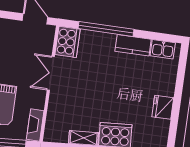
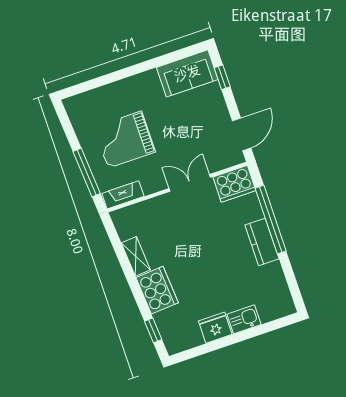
kitchen counter: (133, 45) -> (262, 242), moved
kitchen sink: (163, 49) -> (244, 319), moved, turned 90

